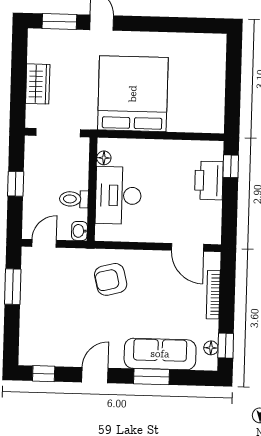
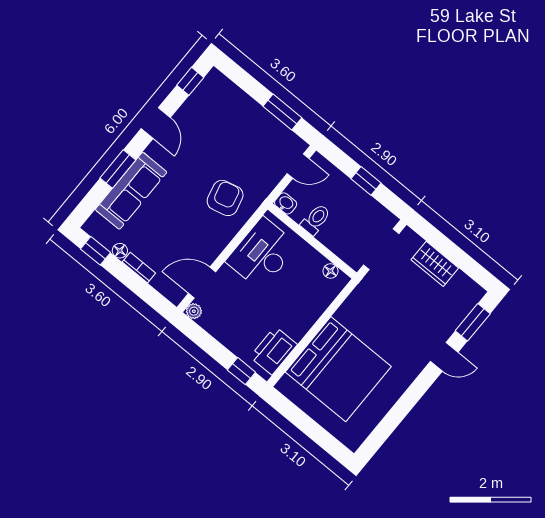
bed: (133, 94) -> (338, 369), moved
printer: (209, 180) -> (274, 351), moved, turned -90
desk: (118, 195) -> (262, 254), moved, turned -90
plant: (214, 237) -> (194, 311), added
door: (44, 243) -> (298, 166), hinge flipped
bookcase: (213, 295) -> (139, 268), width x0.64
floor lamp: (211, 348) -> (120, 251), moved

